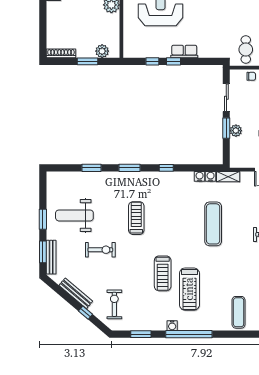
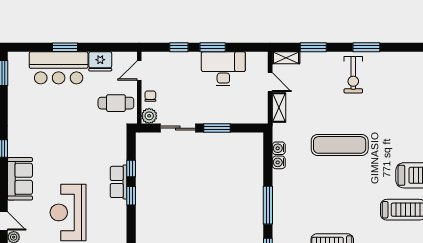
window: (152, 61) -> (131, 169), moved
plant: (236, 131) -> (149, 116), moved
window: (166, 168) -> (268, 205), width x2.17
shelving: (228, 177) -> (279, 108), moved

